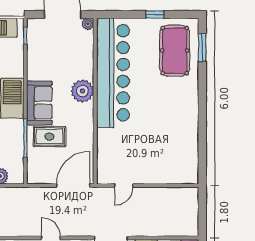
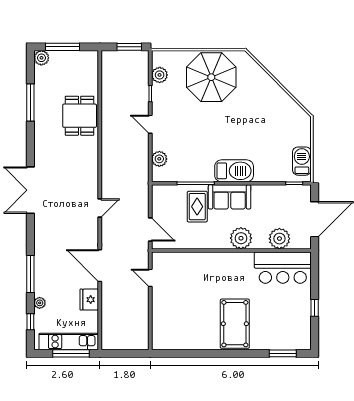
plant: (88, 24) -> (279, 239), moved, width x1.88, depth x1.88
pool table: (175, 51) -> (235, 324), moved, turned 90
bar counter: (113, 73) -> (283, 268), width x0.54
door: (73, 186) -> (150, 229), width x0.73

